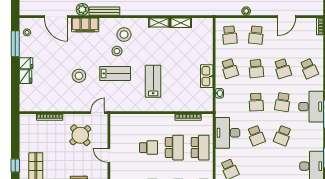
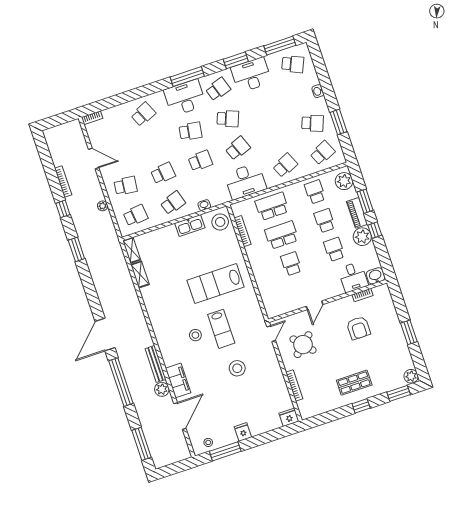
shelving: (159, 23) -> (132, 250), moved
stool: (124, 34) -> (220, 222), moved
school desk: (283, 69) -> (218, 89), moved
lab bench: (115, 73) -> (221, 329), turned 180
fridge: (25, 77) -> (289, 417), moved
lab bench: (153, 81) -> (216, 284), width x1.36, depth x1.39
door: (98, 113) -> (271, 334), swing flipped

